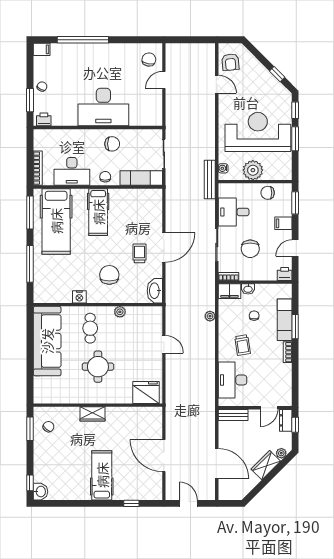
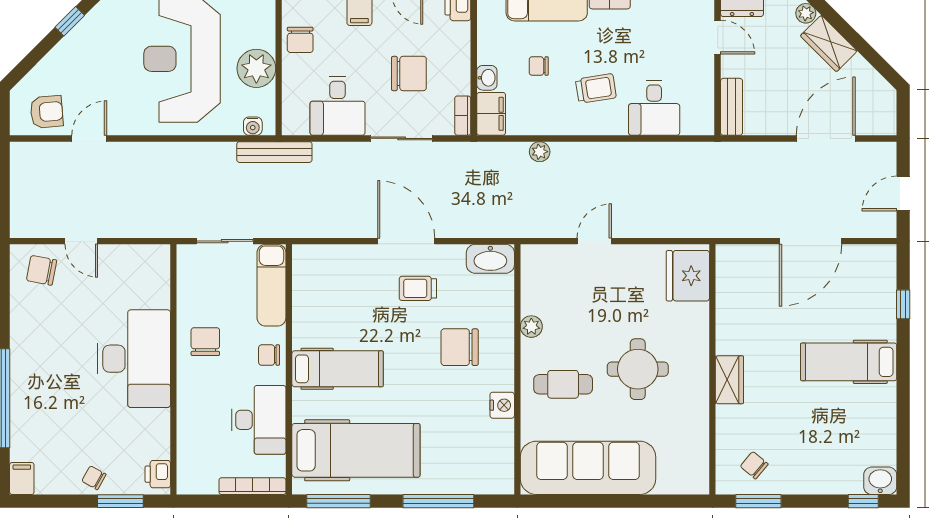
desk: (233, 380) -> (654, 108), width x0.73

